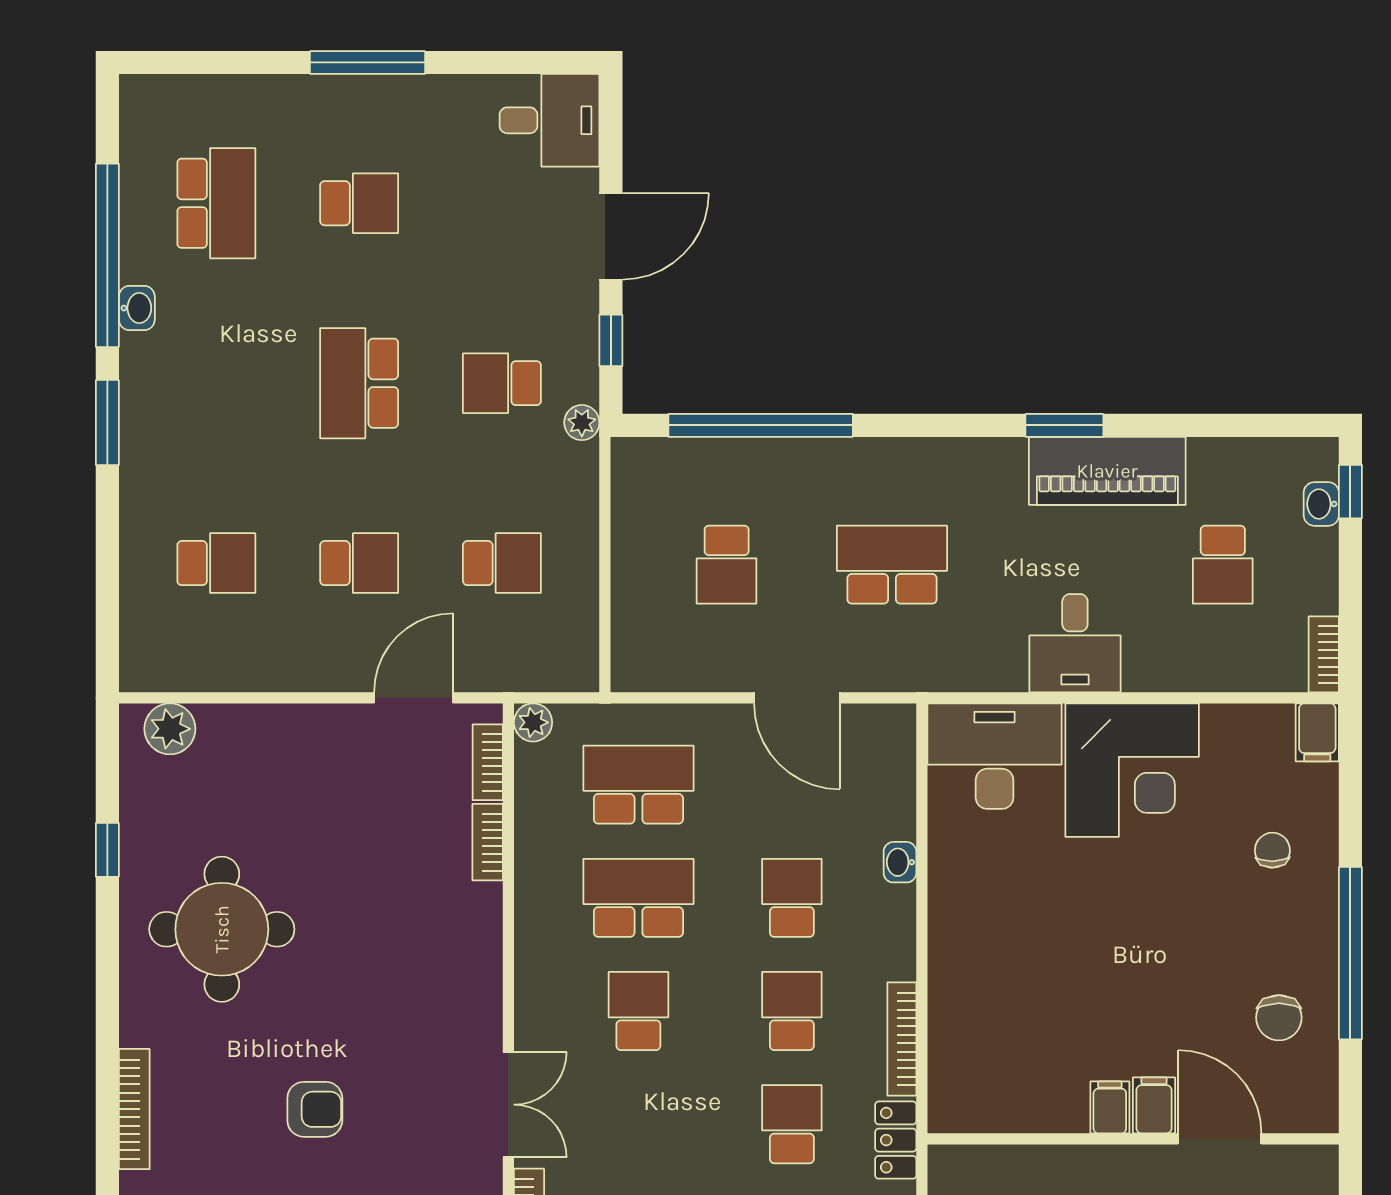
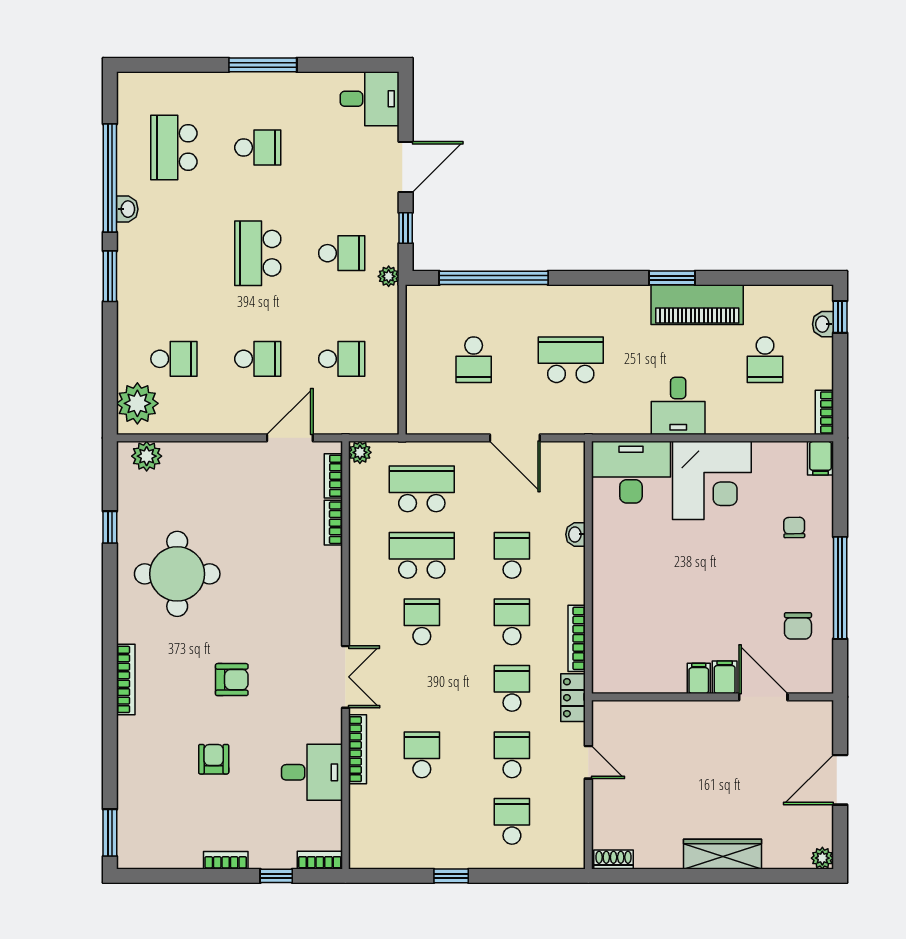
school desk: (216, 203) -> (174, 147), turned 180
school desk: (502, 383) -> (342, 253), turned 180
plant: (154, 639) -> (137, 403), added

